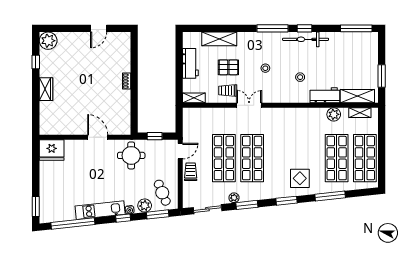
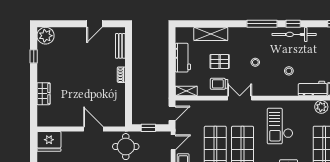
bench: (126, 51) -> (120, 46), added
wardrobe: (46, 89) -> (44, 94), moved
door: (179, 121) -> (172, 113), added
checkout: (291, 134) -> (280, 126), added

